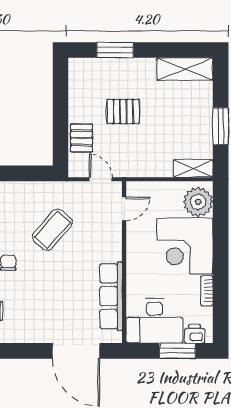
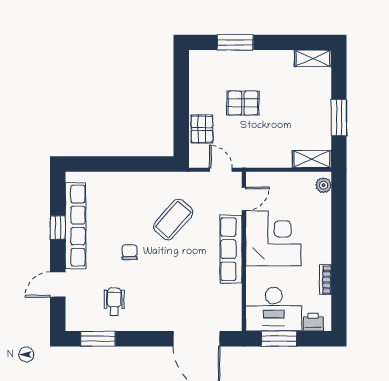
shelving: (185, 69) -> (313, 58), width x0.67, depth x0.75
plant: (198, 202) -> (323, 185), width x0.53, depth x0.53
corner desk: (185, 246) -> (273, 238), moved, turned 180
row of seats: (111, 296) -> (231, 249), moved
window: (178, 351) -> (279, 339), moved

